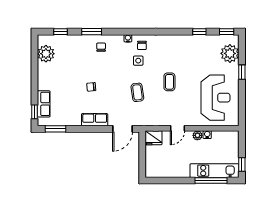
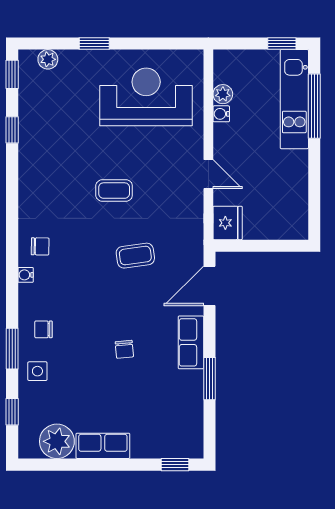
plant: (230, 53) -> (48, 59), width x0.53, depth x0.53
side table: (138, 61) -> (37, 371), moved
row of seats: (44, 104) -> (103, 446), moved
window: (55, 129) -> (210, 379), moved
door: (123, 129) -> (210, 286), swing flipped
plant: (197, 135) -> (223, 94), moved

